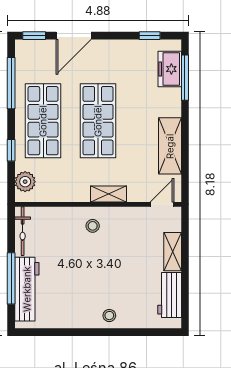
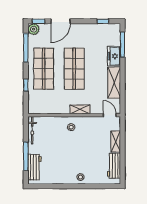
freezer: (170, 69) -> (114, 56), moved
plant: (25, 182) -> (34, 29), moved
door: (162, 204) -> (110, 115), hinge flipped
workbench: (27, 289) -> (35, 167), width x0.73

